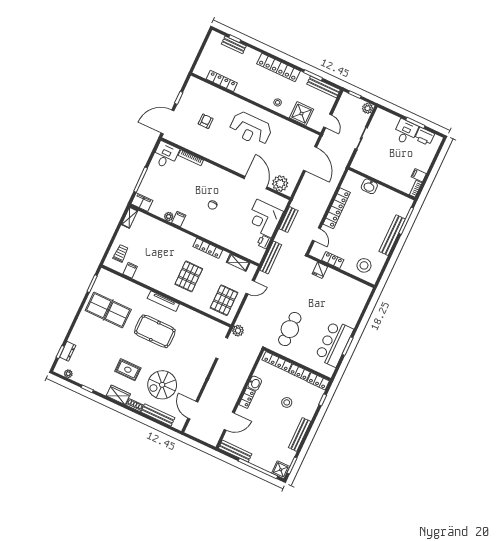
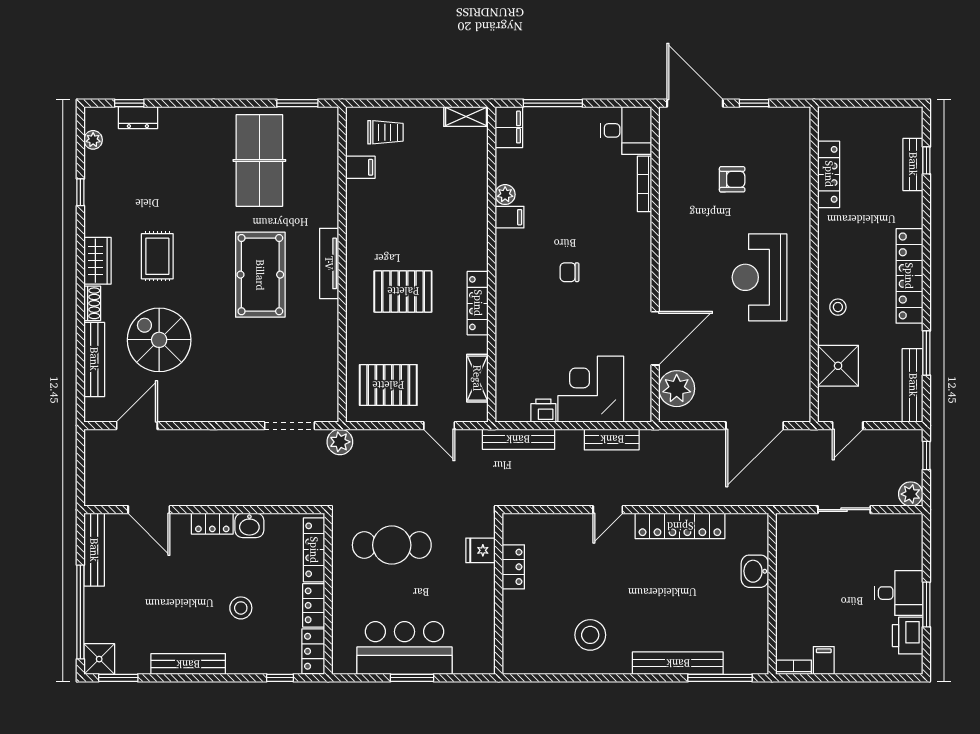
locker: (333, 260) -> (513, 567), moved
fridge: (320, 270) -> (480, 550), moved
wall: (341, 271) -> (499, 594), moved

